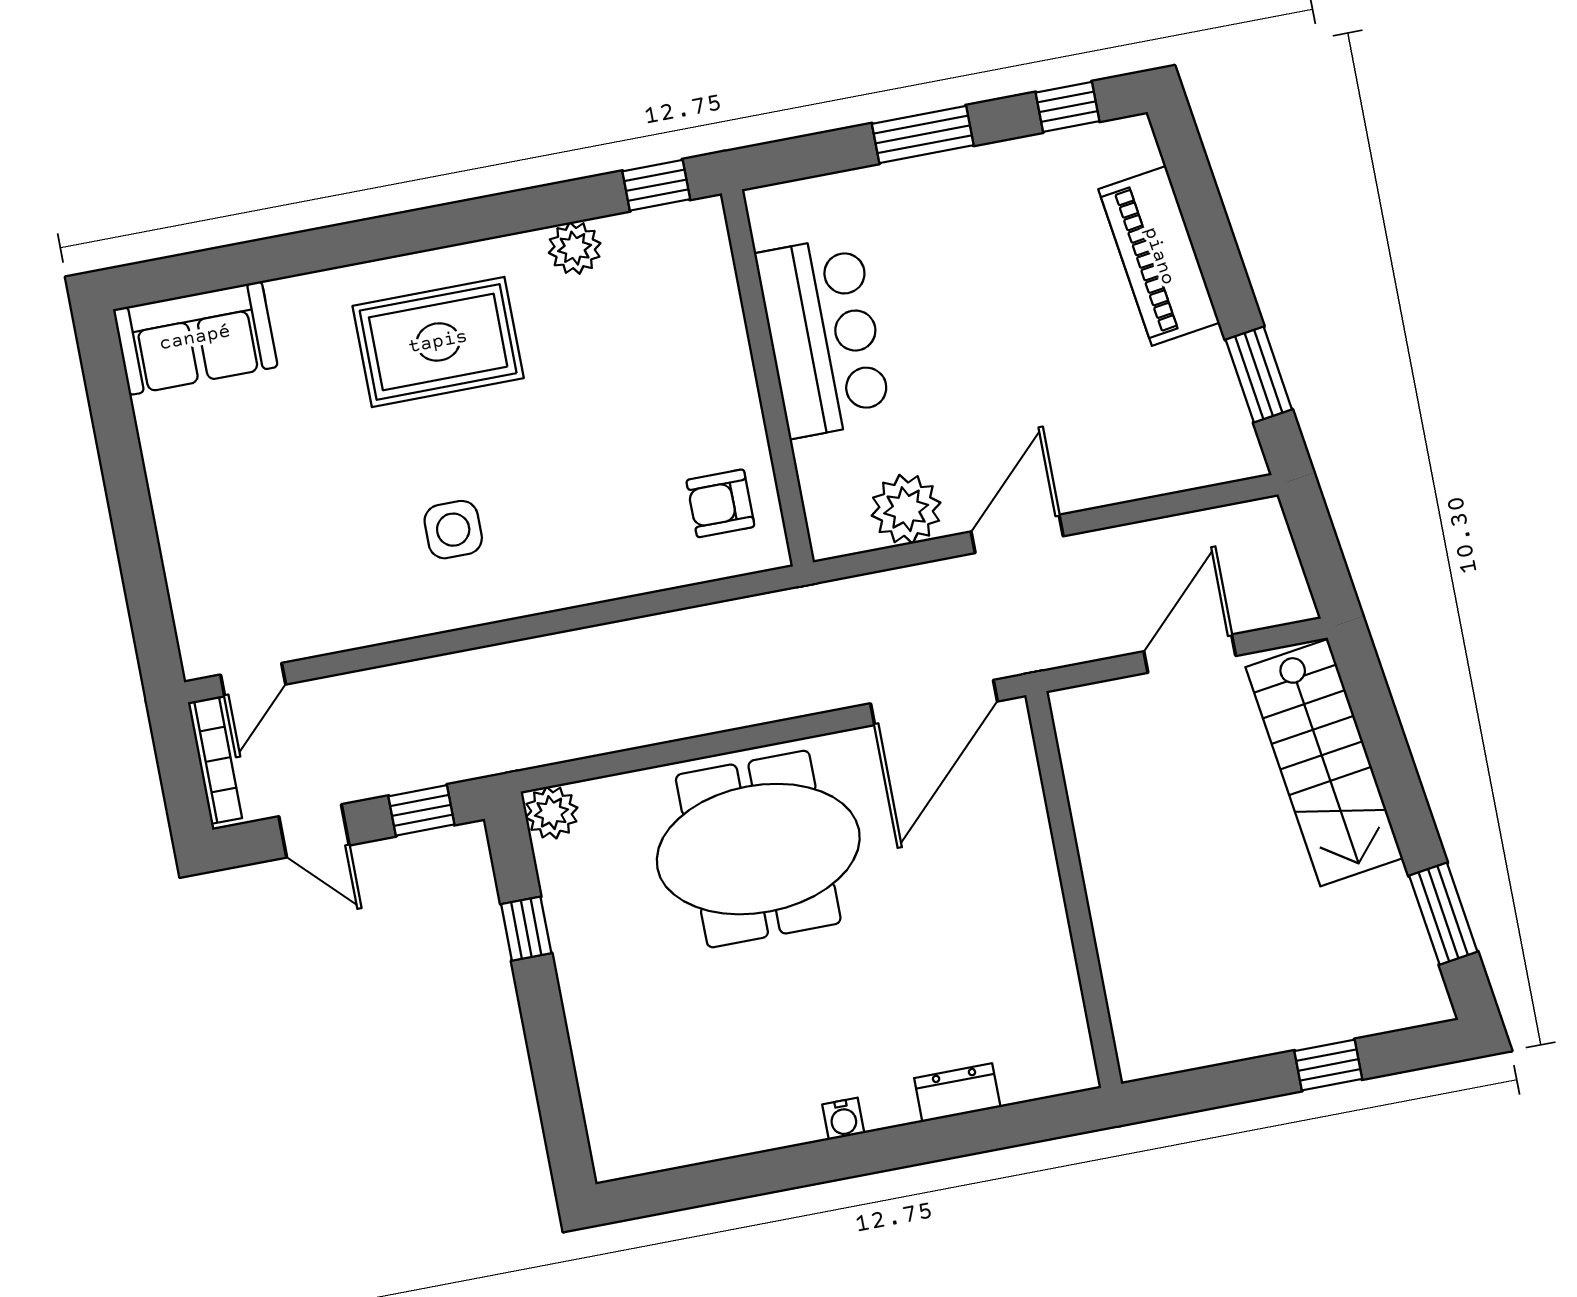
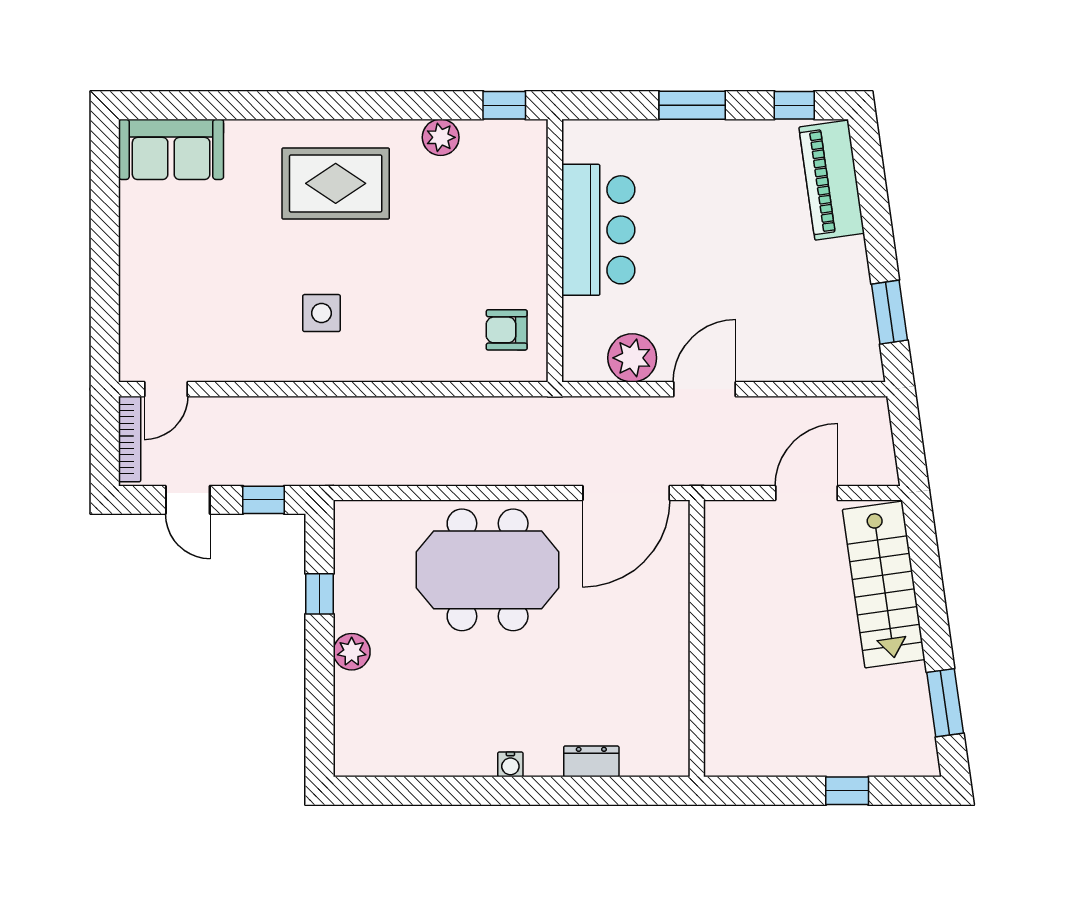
piano: (1159, 256) -> (832, 180), moved
plant: (551, 813) -> (352, 652), moved

